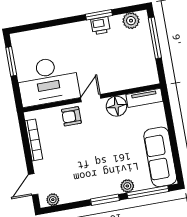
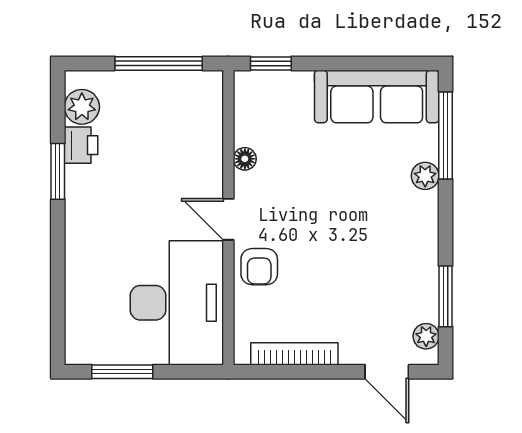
printer: (100, 26) -> (81, 145), moved
window: (155, 38) -> (159, 63), moved
tv unit: (144, 98) -> (248, 107), removed
window: (167, 105) -> (271, 63), added
floor lamp: (116, 106) -> (245, 159), width x0.53, depth x0.53
window: (105, 200) -> (446, 296), moved

